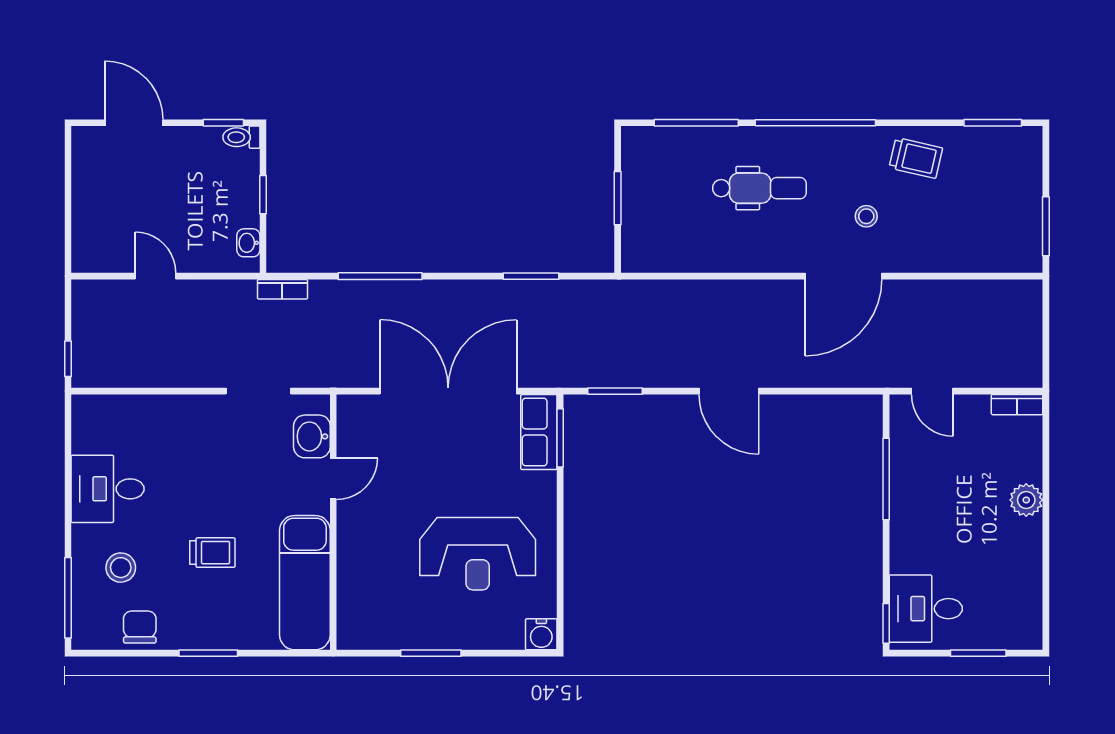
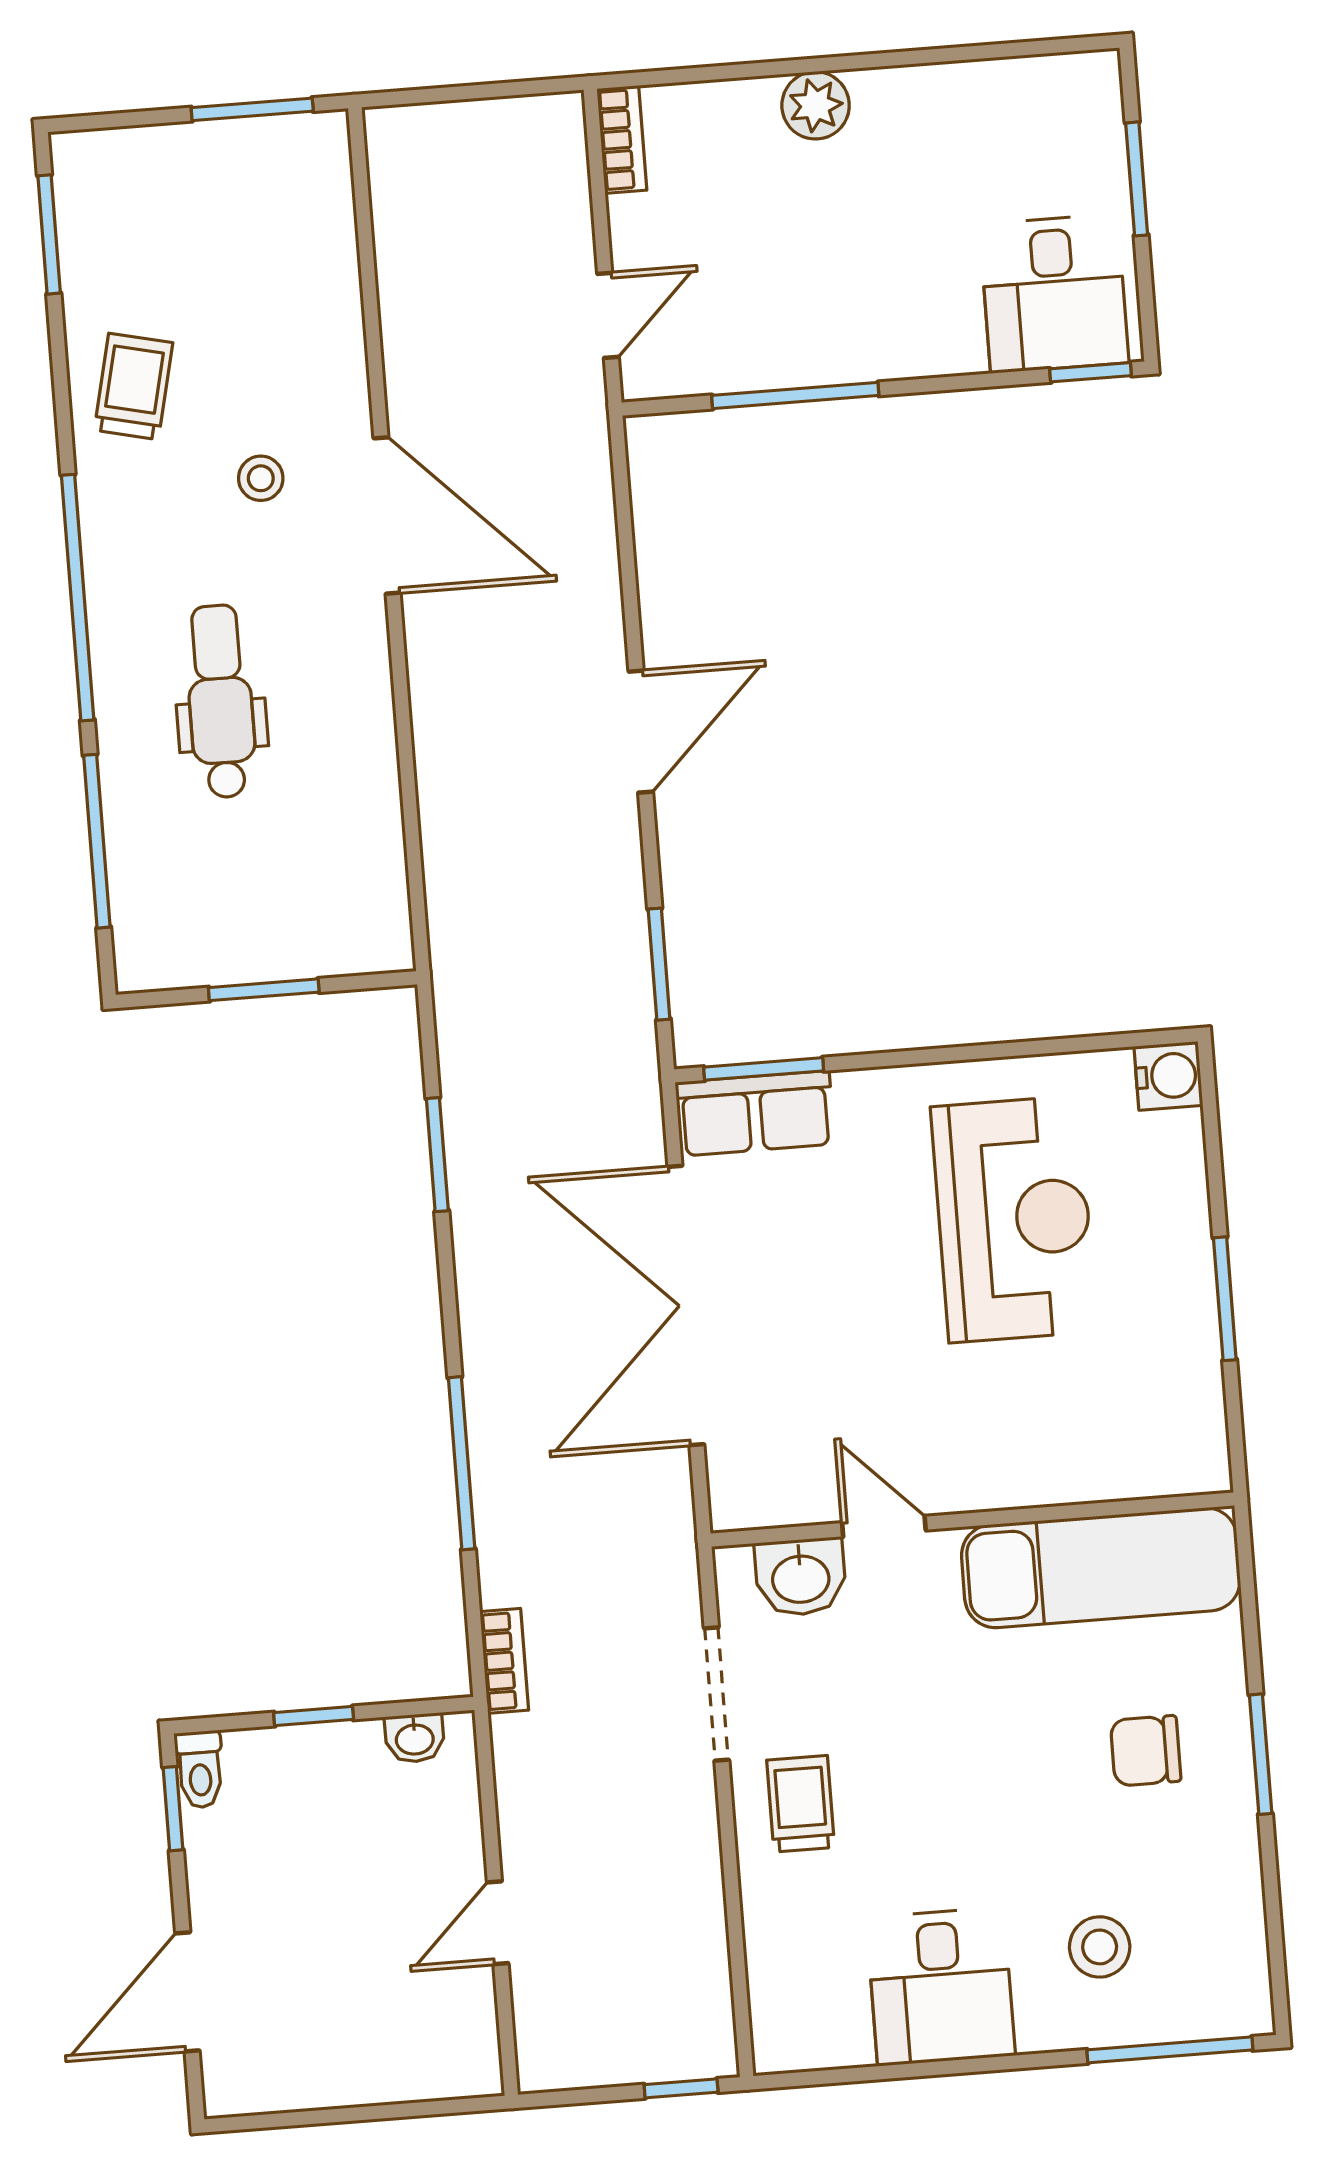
trolley: (212, 553) -> (801, 1804), moved
chair: (140, 627) -> (1146, 1751), moved

